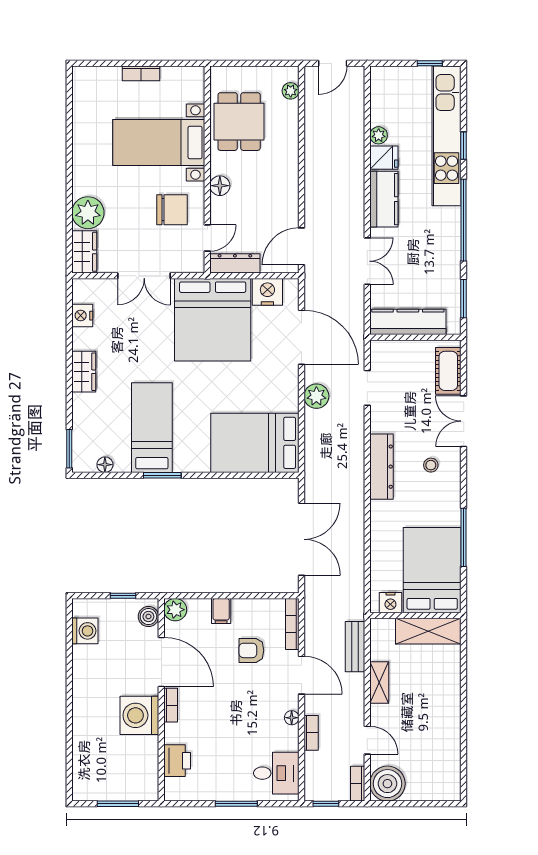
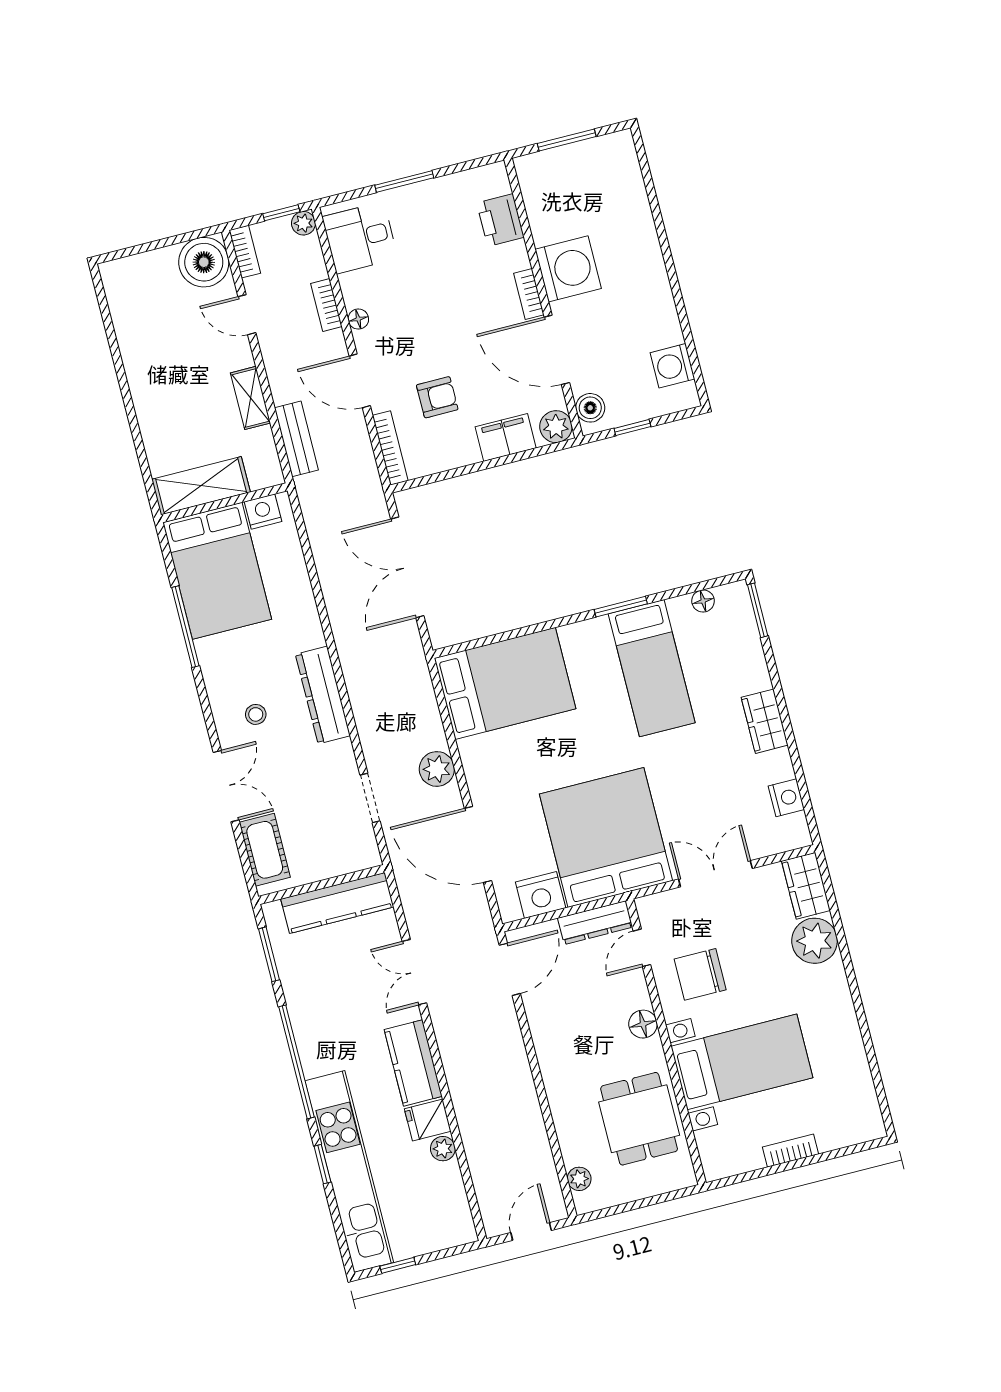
filing cabinet: (221, 611) -> (506, 437), width x2.00
plant: (312, 793) -> (303, 223), added

